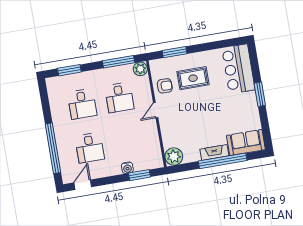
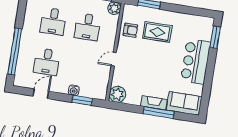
bar counter: (238, 69) -> (196, 62), moved
window: (260, 94) -> (215, 37), moved
door: (156, 110) -> (114, 59), moved
window: (223, 161) -> (159, 113), width x0.68
door: (83, 185) -> (41, 94), moved

